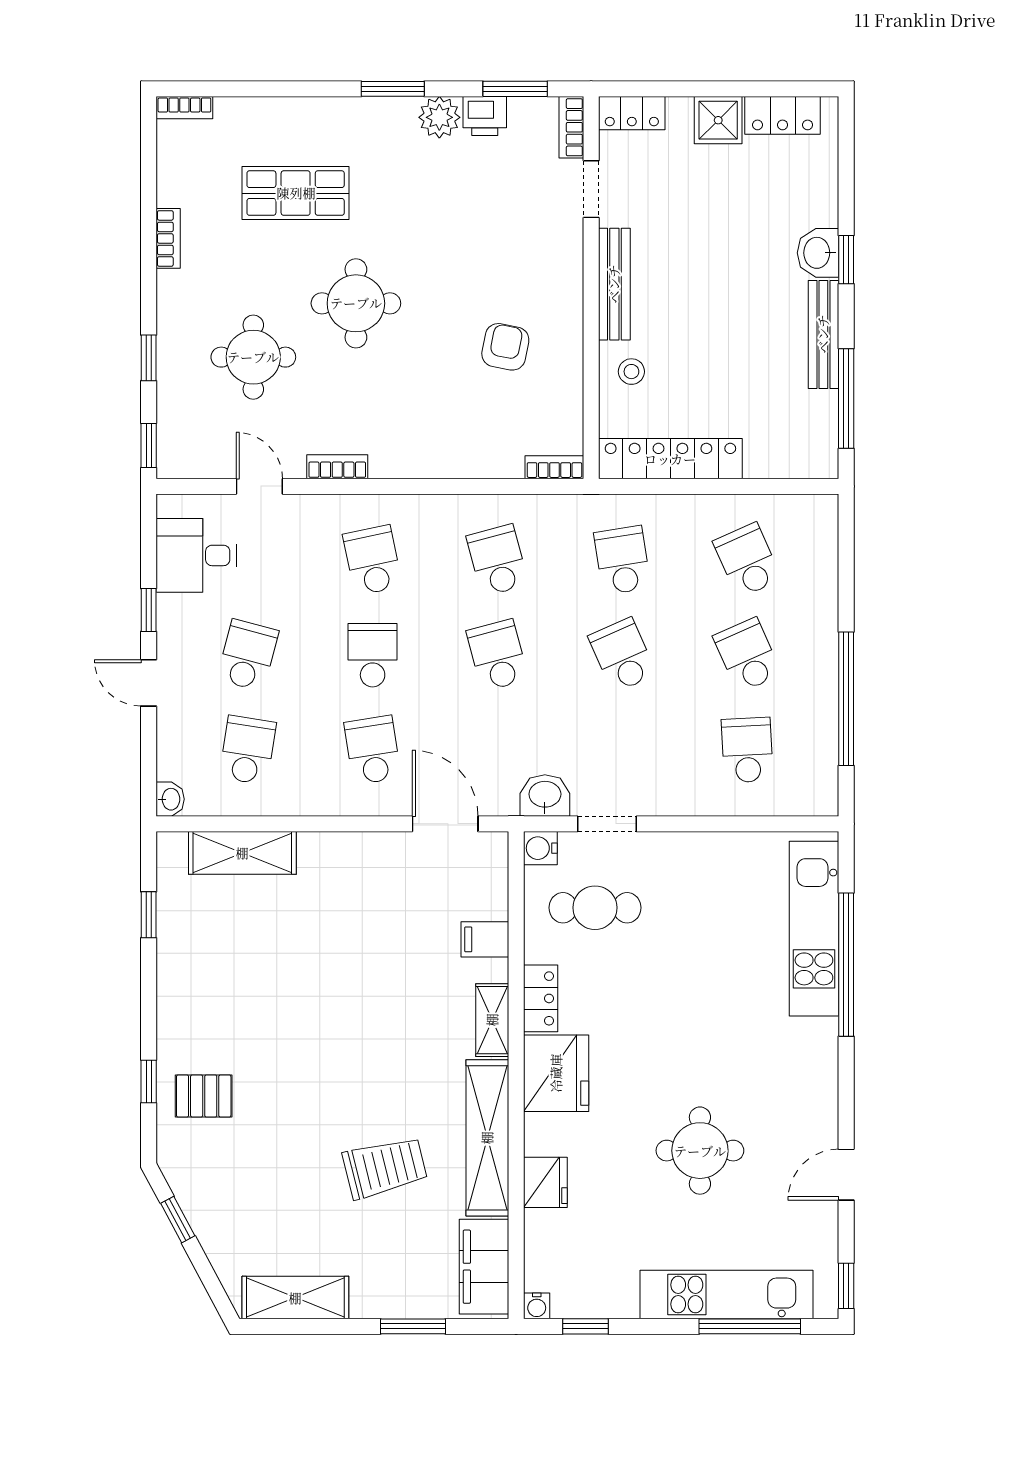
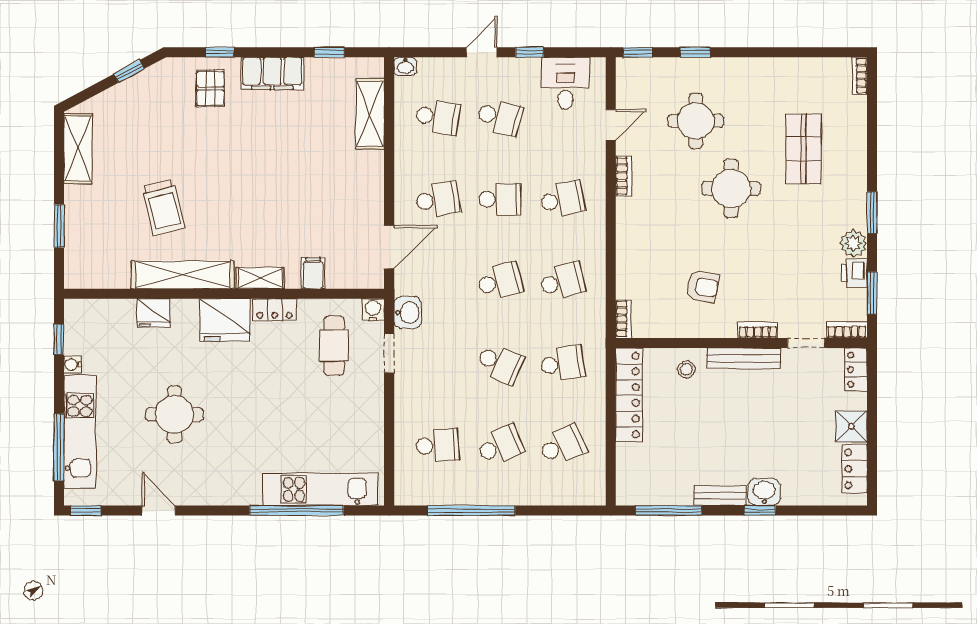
bookcase: (168, 238) -> (758, 330), moved, turned 180
bench: (823, 334) -> (720, 496), width x0.73
school desk: (622, 655) -> (500, 363), turned 48
filing cabinet: (484, 1267) -> (272, 73), moved, turned 180
water cooler: (537, 1306) -> (72, 365), moved

